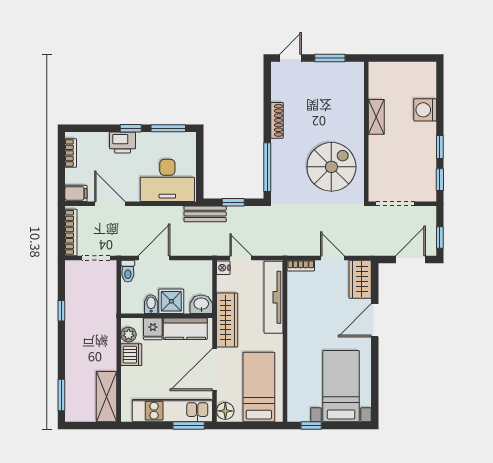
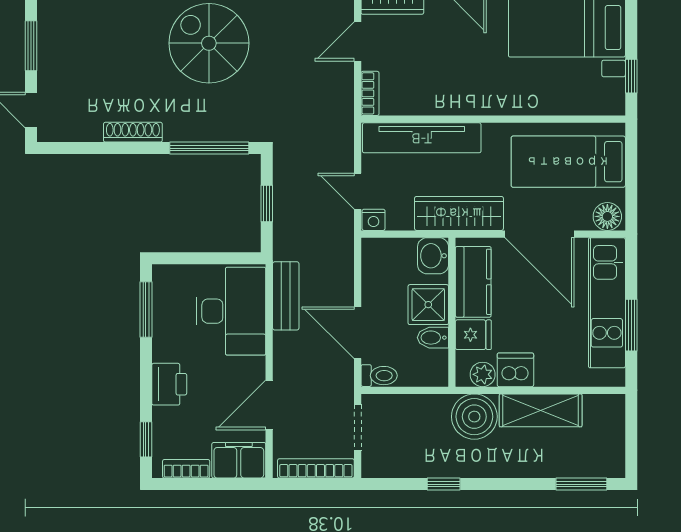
window: (131, 128) -> (146, 439), moved
filing cabinet: (76, 193) -> (239, 460), width x2.00
bench: (205, 214) -> (286, 296), moved
door: (241, 258) -> (358, 191), hinge flipped
boiler: (103, 329) -> (474, 417), added
shelving: (107, 397) -> (541, 410), moved
window: (189, 426) -> (631, 325), moved

